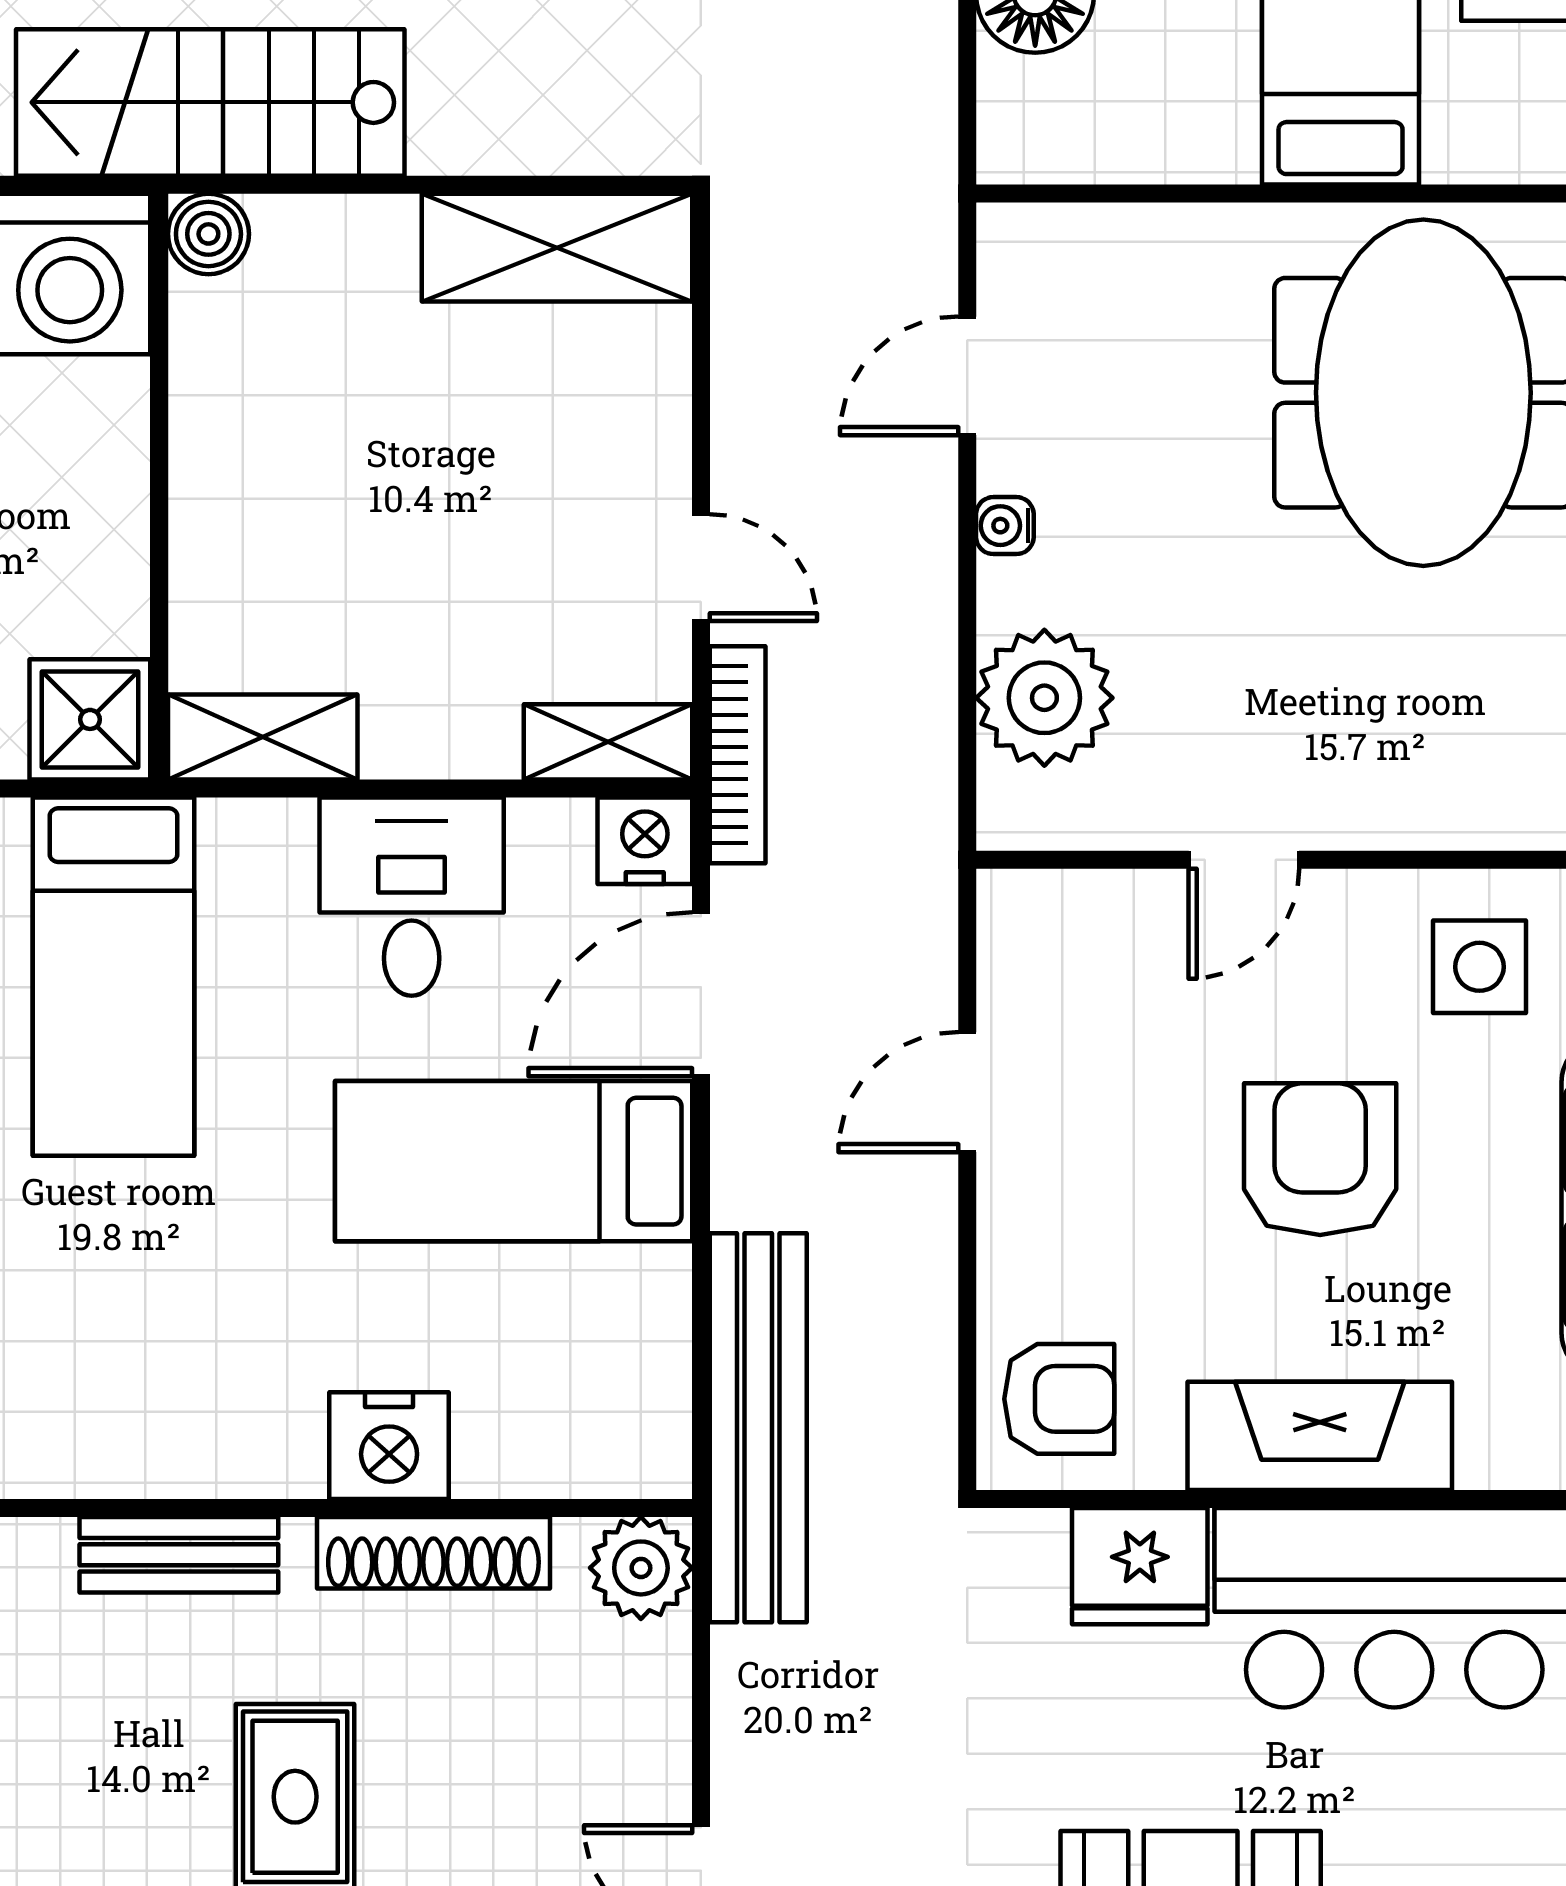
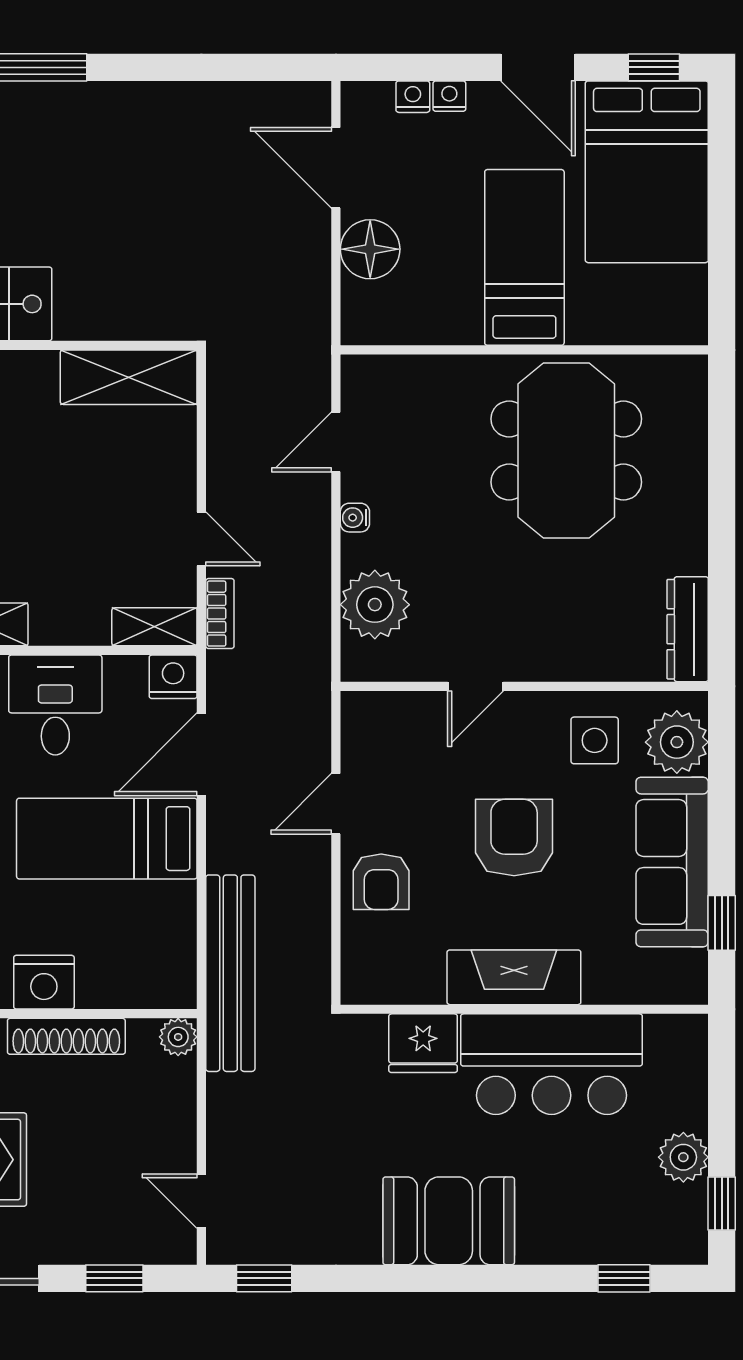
bookcase: (738, 755) -> (220, 614), width x0.64
armchair: (1059, 1399) -> (381, 882), moved, turned 90
plant: (641, 1568) -> (178, 1037), width x0.73, depth x0.73

